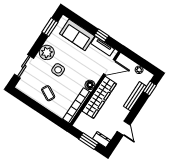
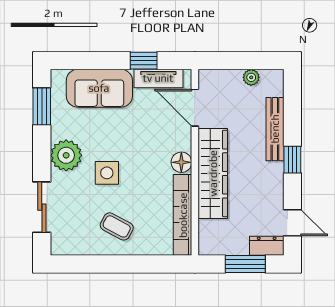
door: (109, 67) -> (195, 108), swing flipped
window: (150, 88) -> (292, 160), moved
door: (124, 128) -> (292, 223), moved

